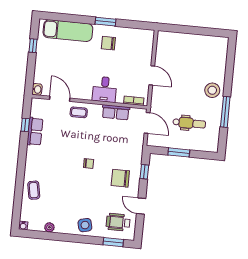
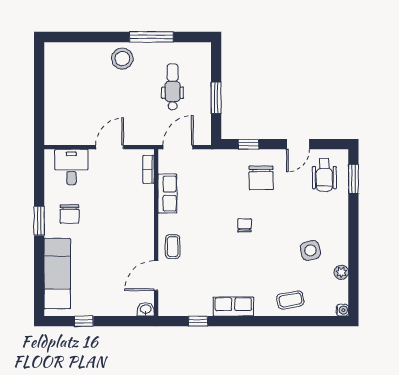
desk: (105, 89) -> (71, 167), moved, turned -90
row of seats: (35, 131) -> (233, 307), moved
side table: (85, 225) -> (310, 250), moved

